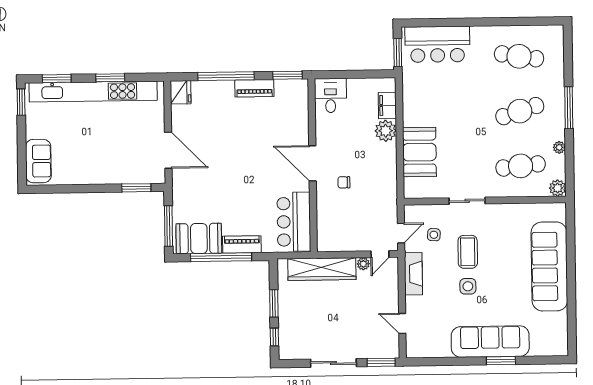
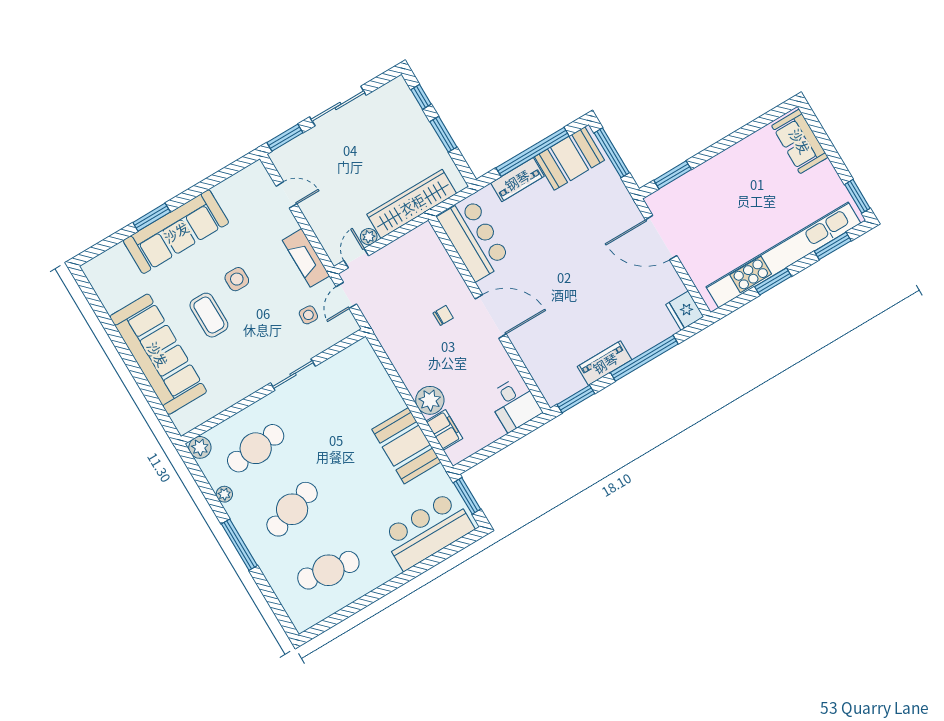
booth: (419, 152) -> (406, 446), moved
coffee table: (468, 252) -> (209, 315), moved

